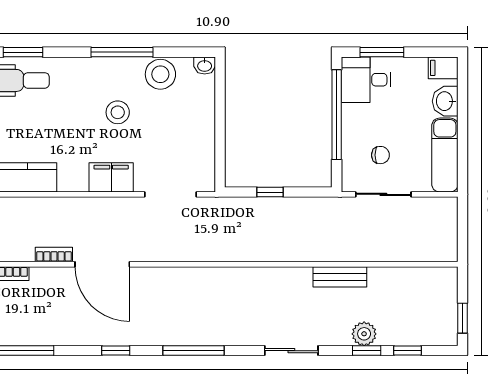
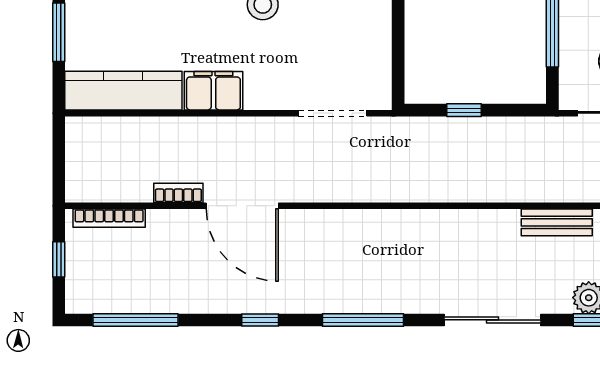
filing cabinet: (111, 177) -> (213, 91), moved
sliding door: (291, 351) -> (493, 320), width x1.37

